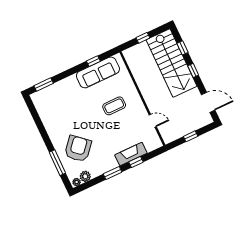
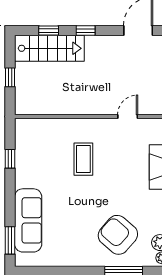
stairs: (172, 63) -> (49, 48), width x0.73, depth x0.66
sofa: (98, 72) -> (28, 220), moved

